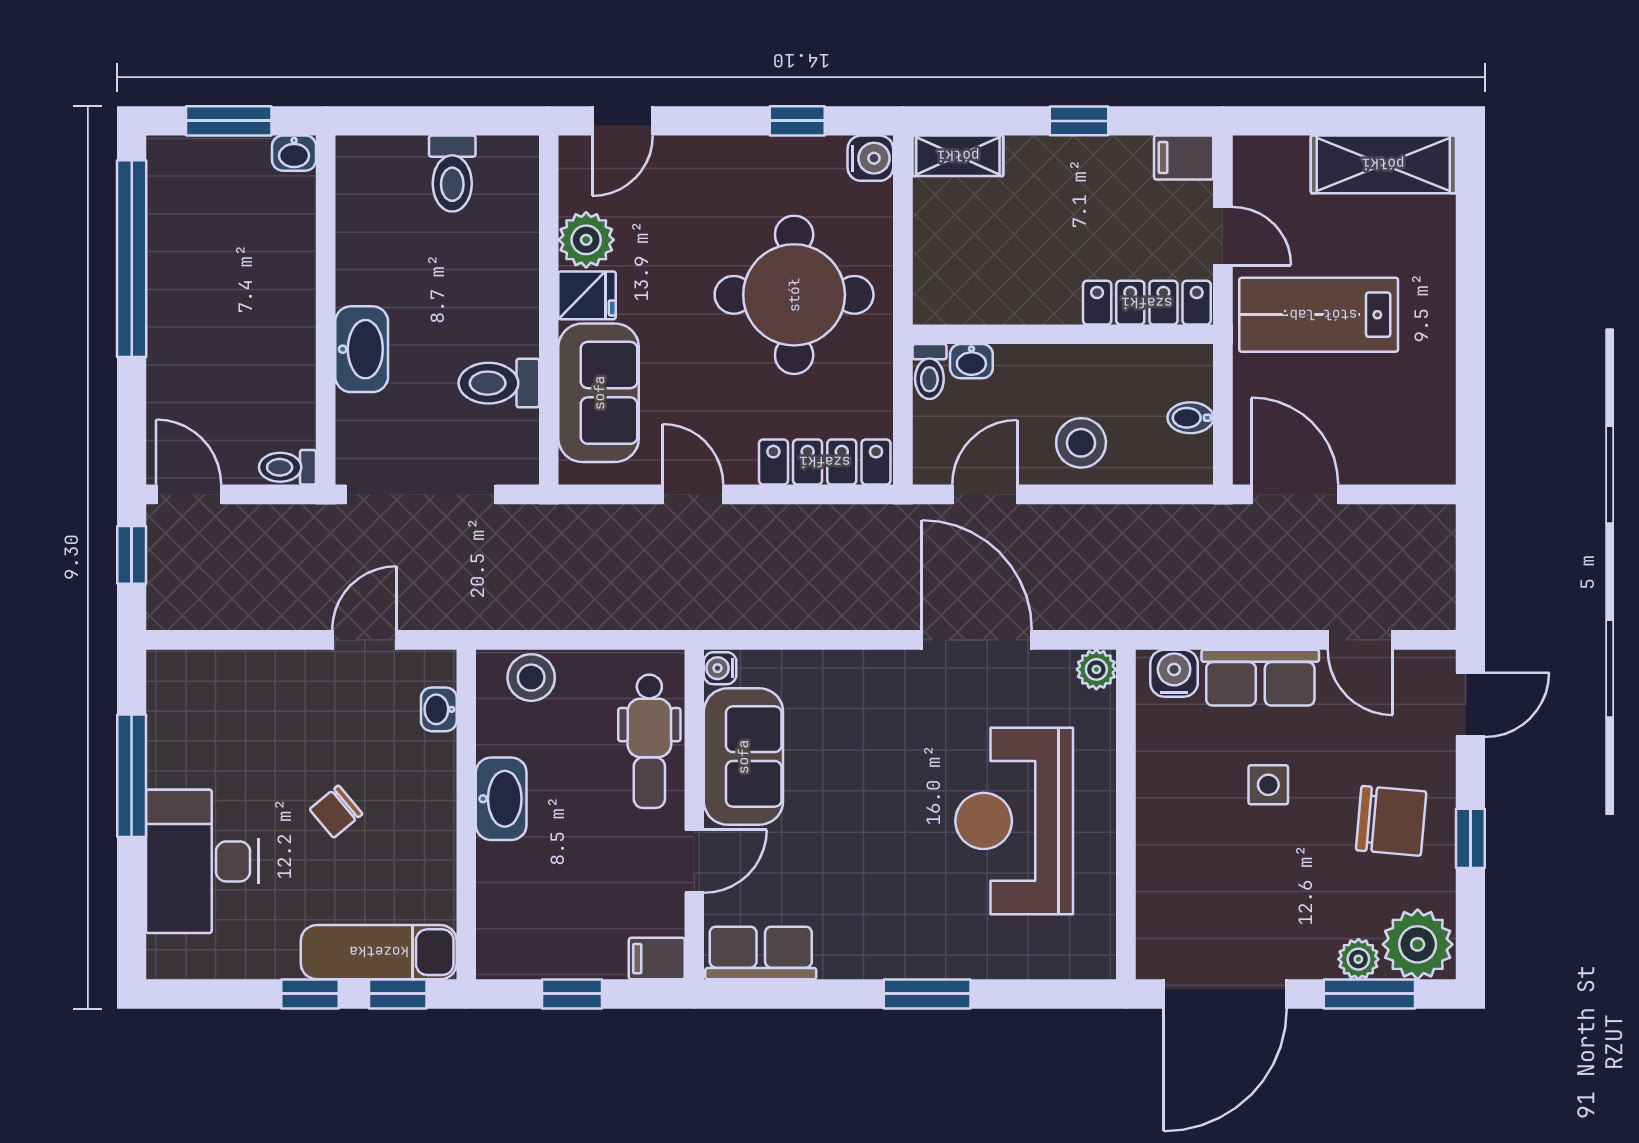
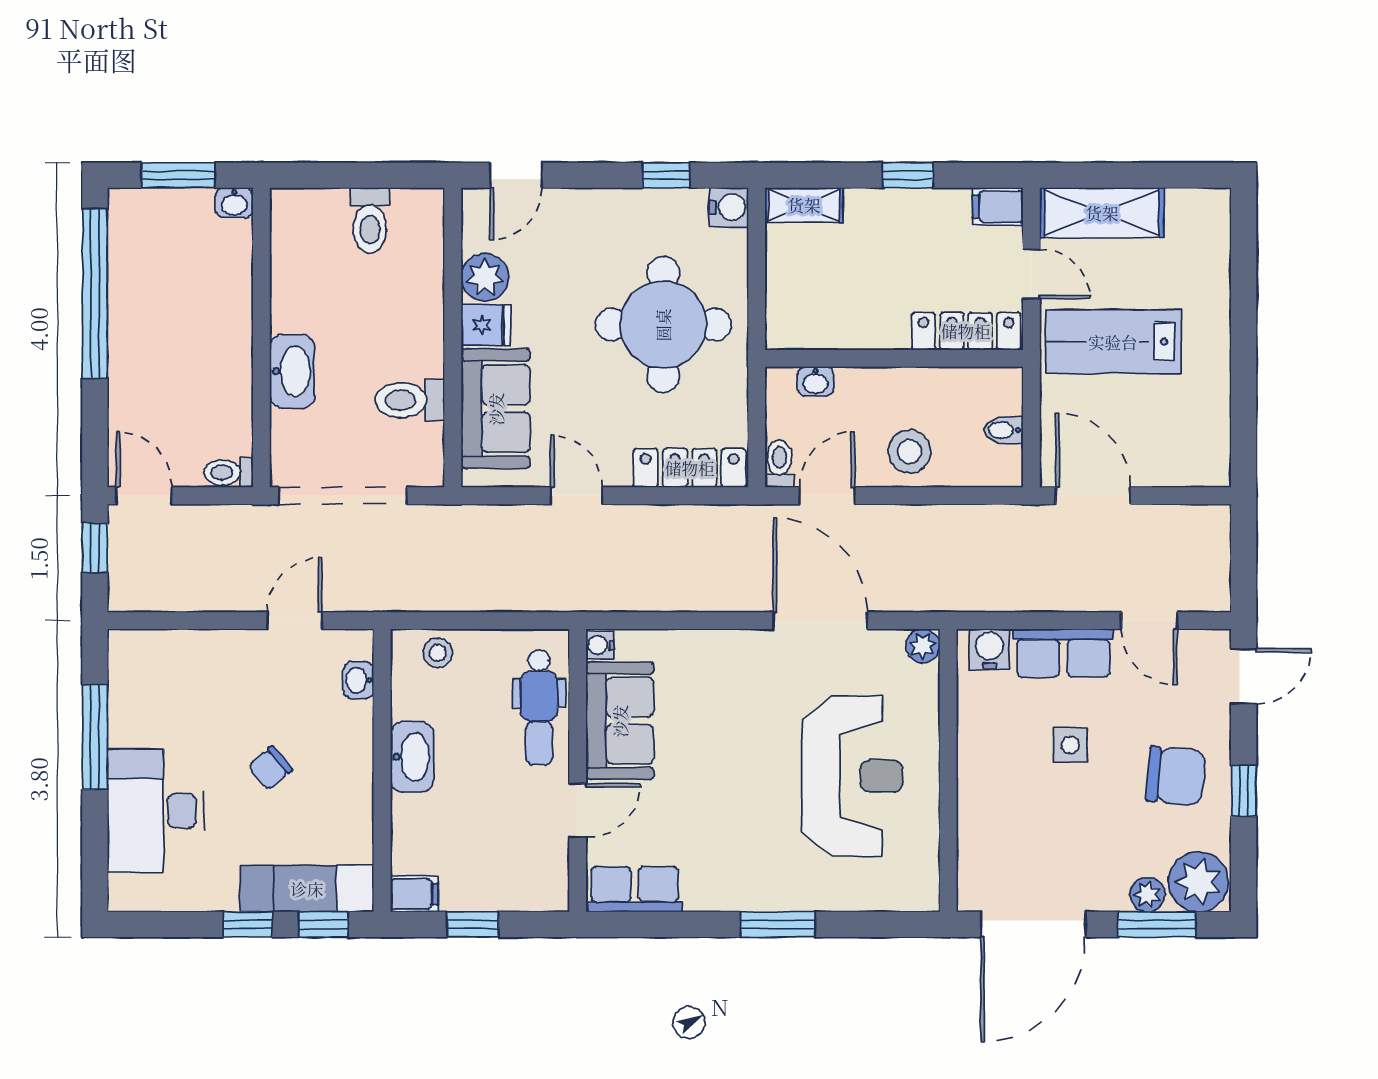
shelving: (1383, 164) -> (1102, 213), moved
toilet: (929, 372) -> (779, 464), moved, turned 180
stool: (531, 678) -> (438, 653), width x0.73, depth x0.73
reception desk: (1014, 821) -> (852, 776), turned 180
filing cabinet: (657, 959) -> (414, 894), moved, turned 180

